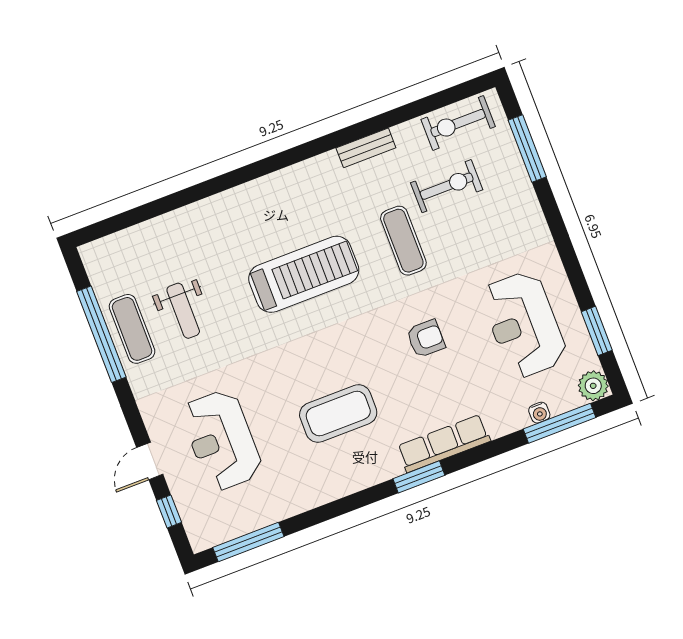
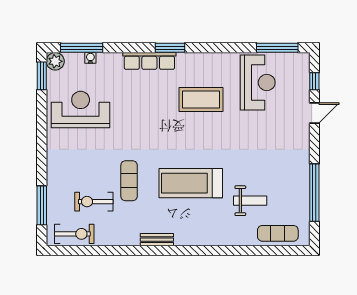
bench: (366, 148) -> (157, 240), moved
weight bench: (183, 311) -> (250, 201), moved, turned 90
reception desk: (524, 325) -> (81, 109), turned -90
exercise mat: (132, 329) -> (278, 233), moved, turned 90
window: (597, 331) -> (42, 76), moved
armchair: (426, 339) -> (137, 122), removed
reception desk: (221, 440) -> (258, 83), moved

